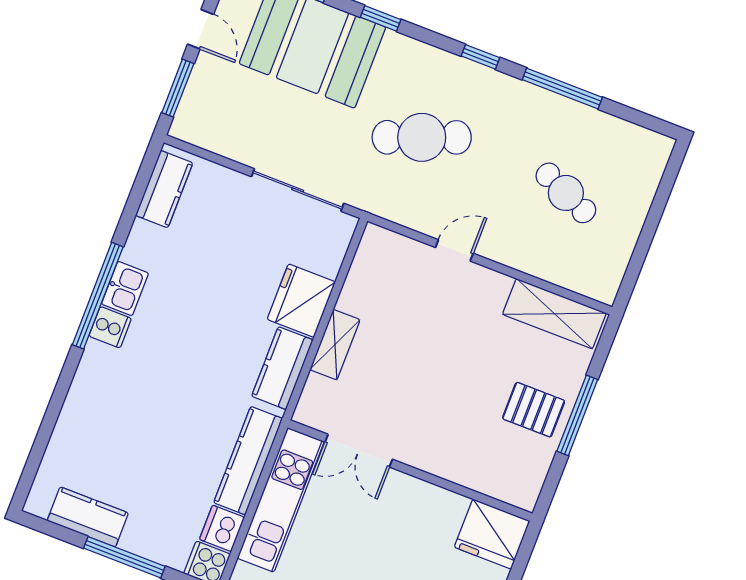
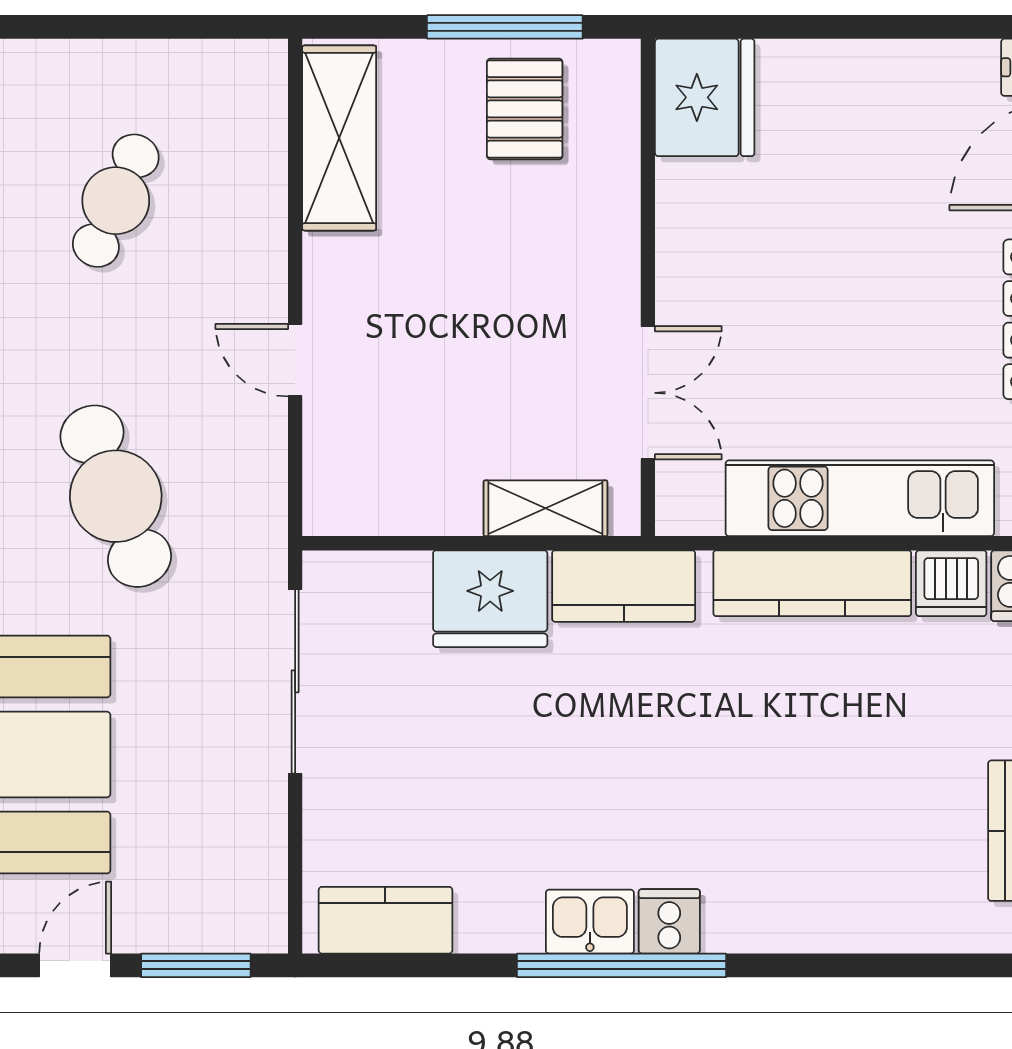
double door: (359, 451) -> (648, 393), moved
wall: (410, 471) -> (648, 287), moved
fridge: (492, 534) -> (705, 97), moved

